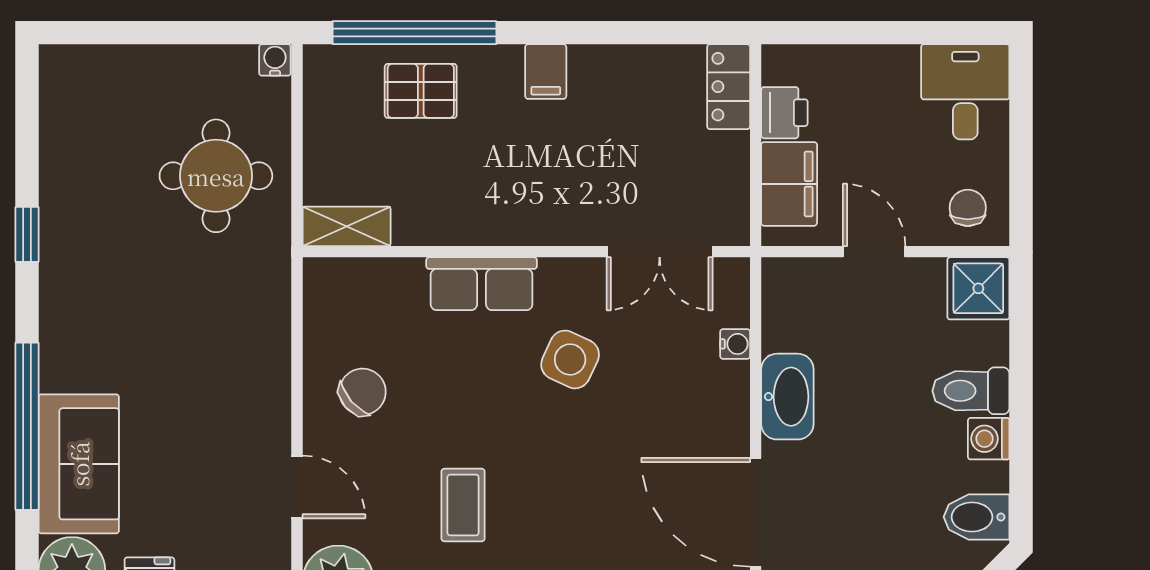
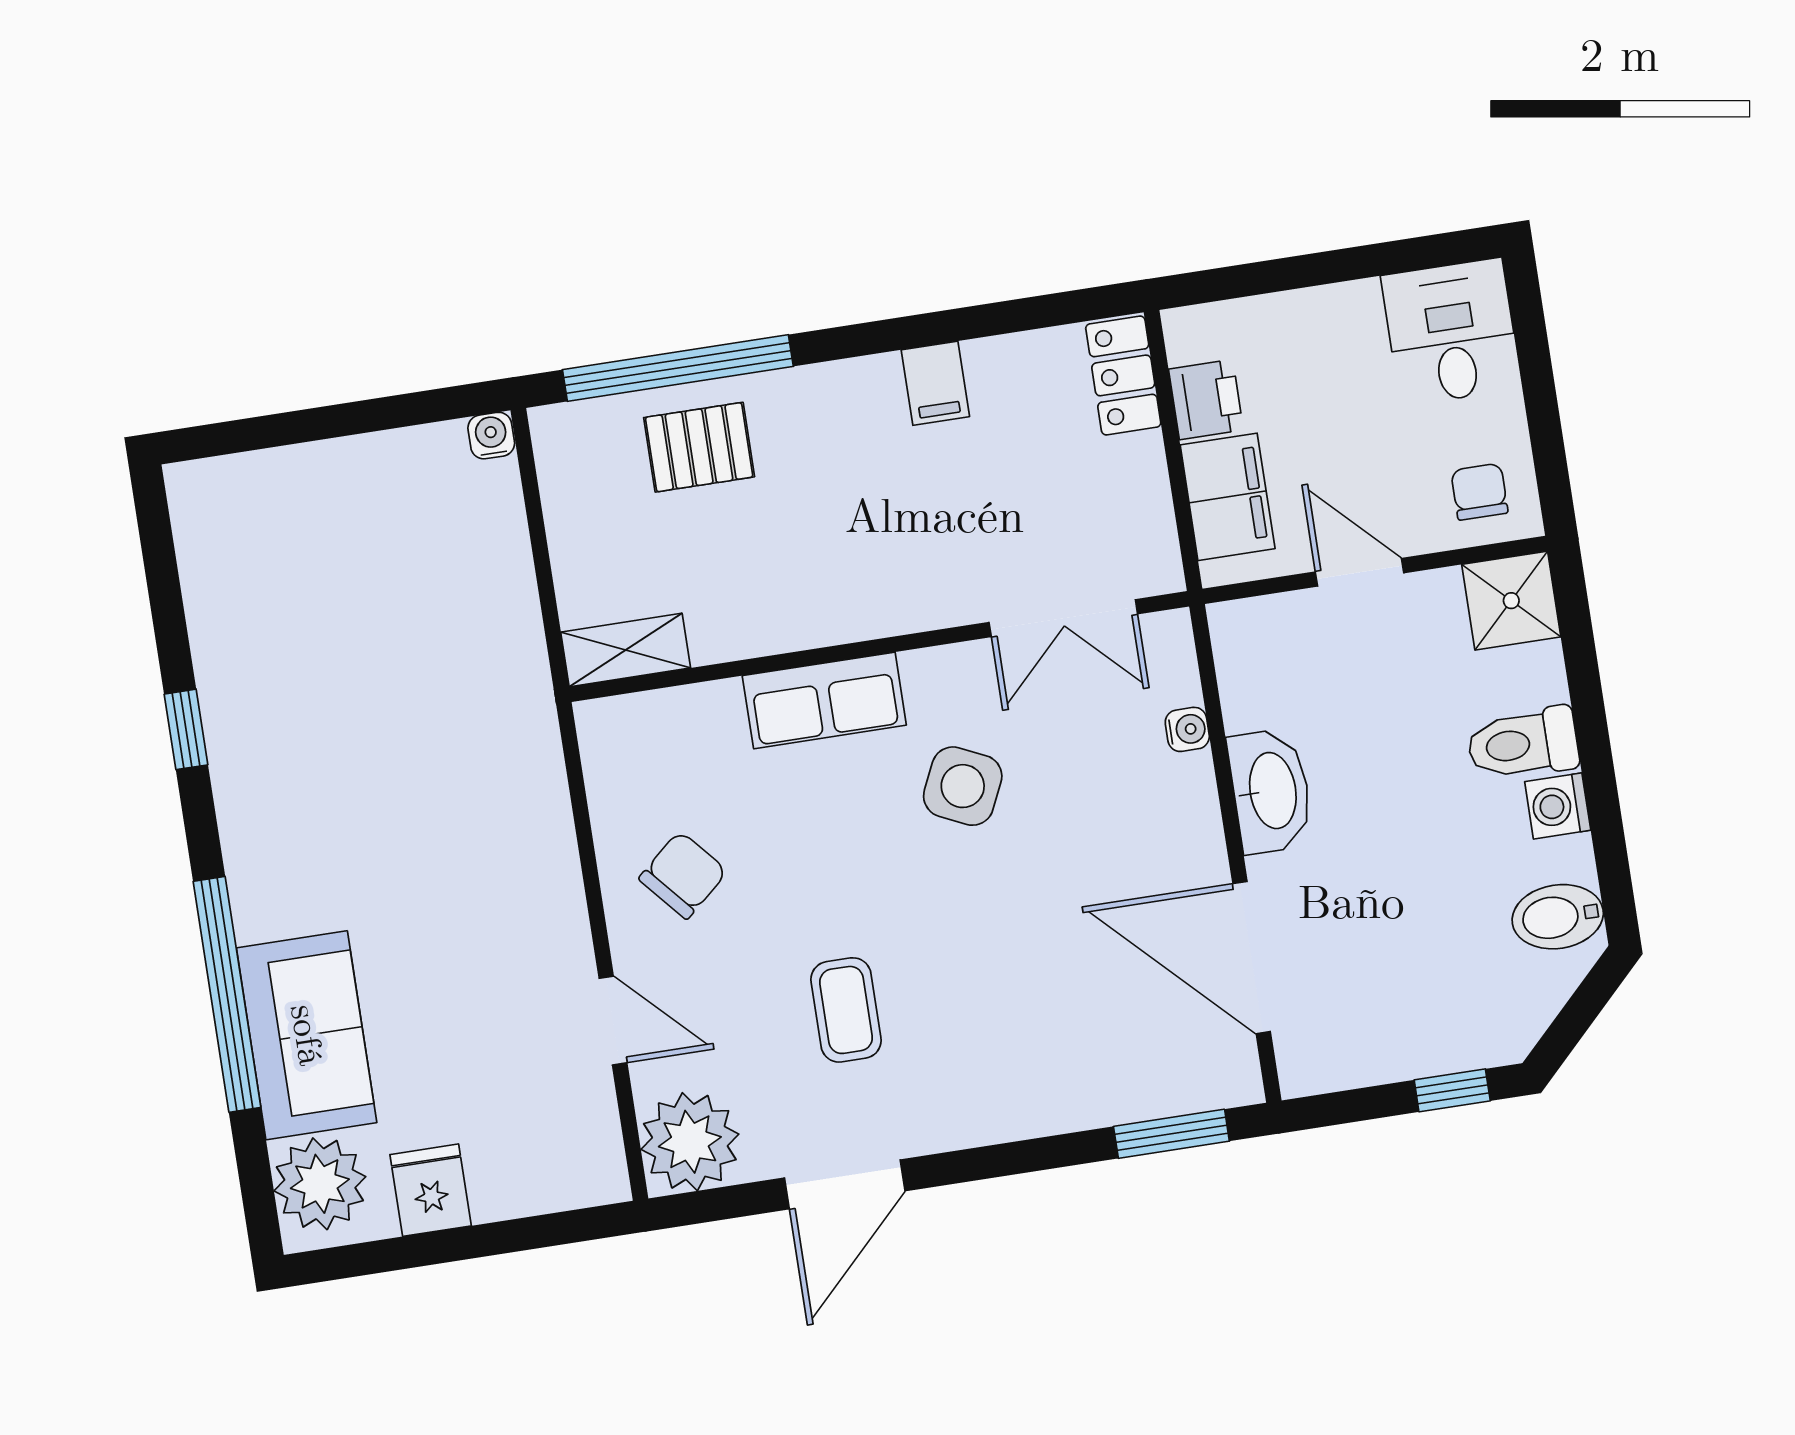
filing cabinet: (546, 72) -> (935, 383), moved
round table: (216, 176) -> (435, 608), removed

